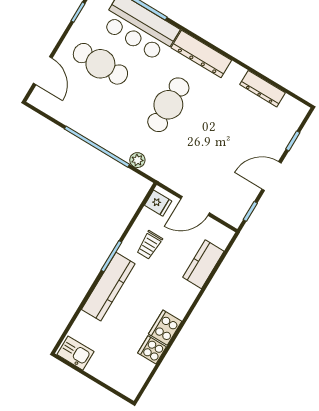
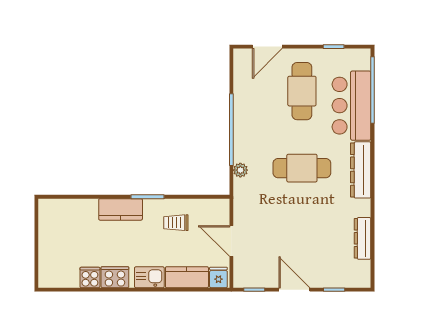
fridge: (158, 203) -> (218, 277), moved, turned 180
kitchen counter: (108, 287) -> (121, 209), width x0.67
kitchen sink: (75, 353) -> (149, 277), moved, turned -90

